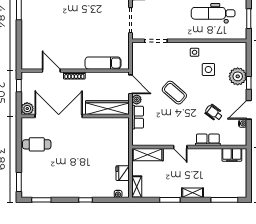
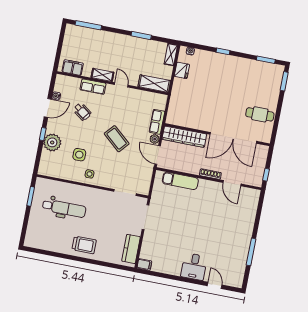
plant: (27, 109) -> (262, 151), removed
shelving: (193, 193) -> (102, 75), moved

